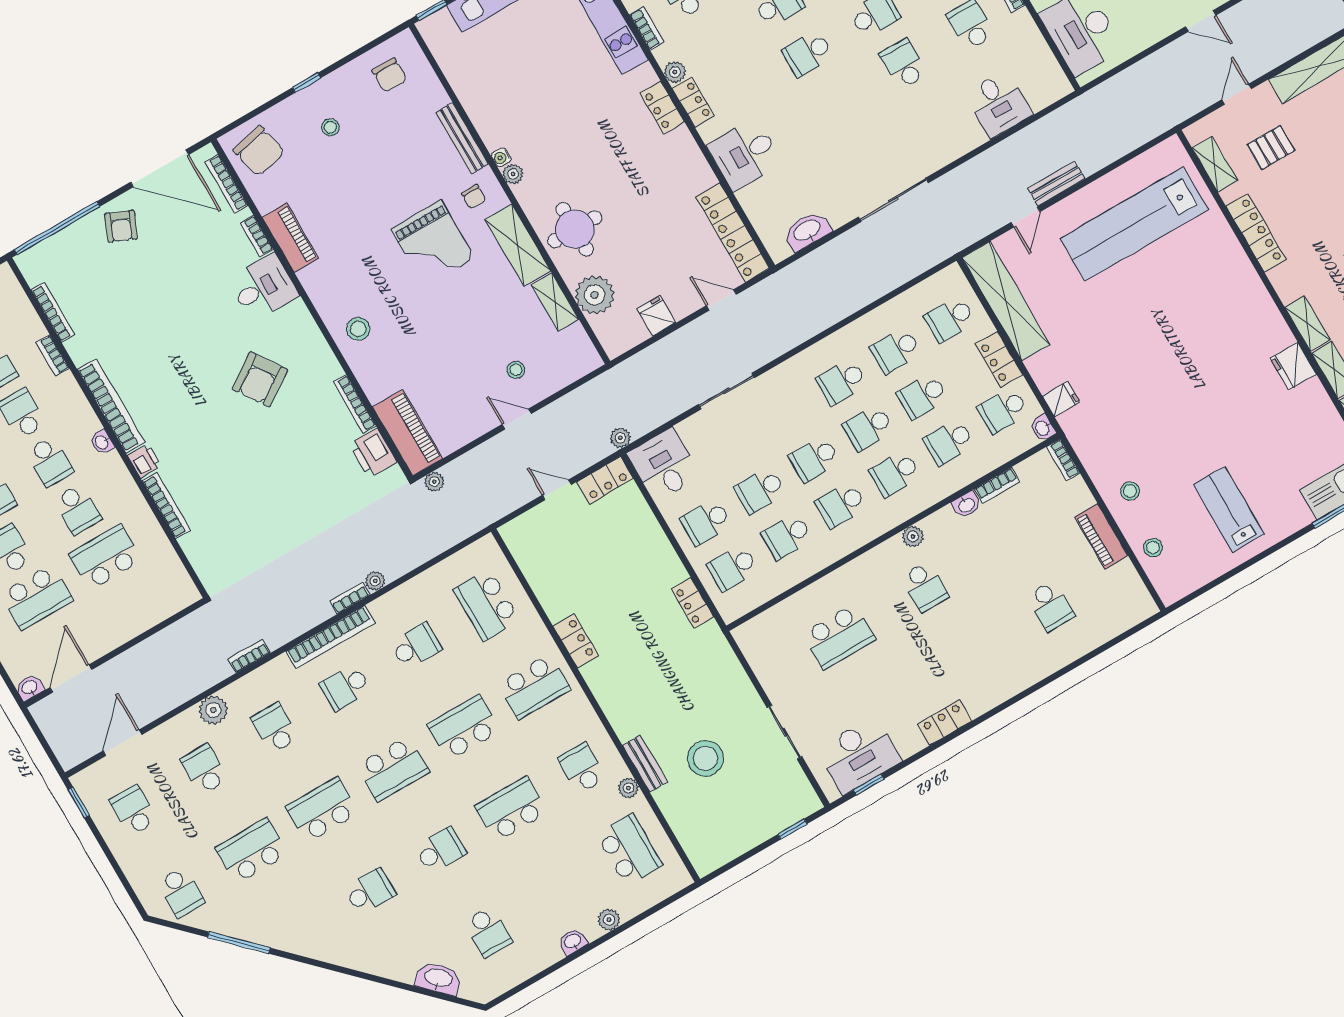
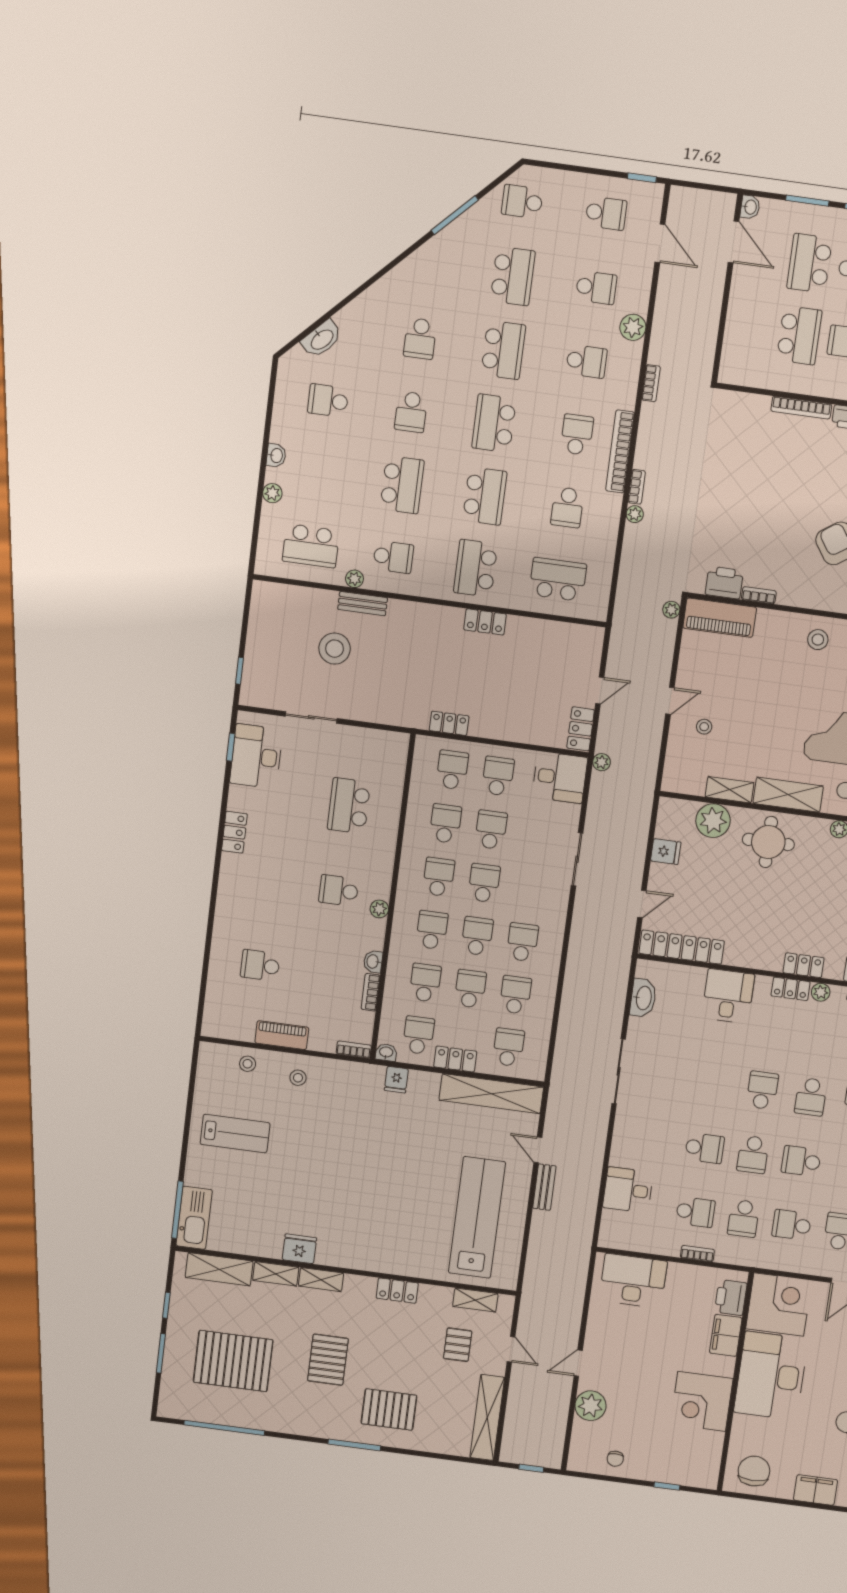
locker: (1256, 233) -> (397, 1291), width x0.66
bookcase: (355, 404) -> (759, 595), width x0.64

